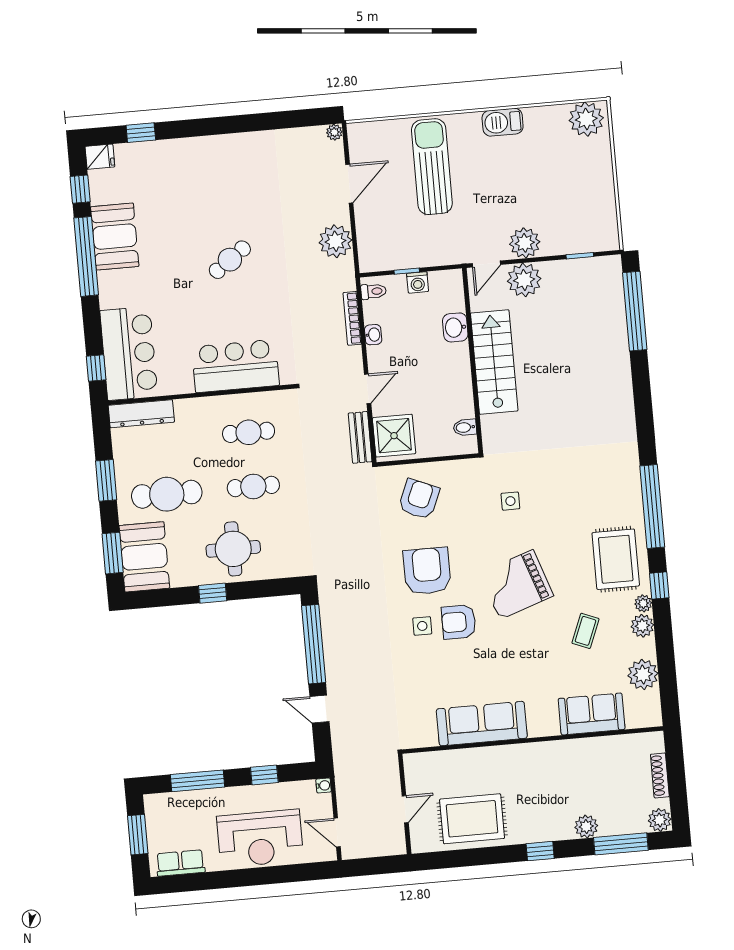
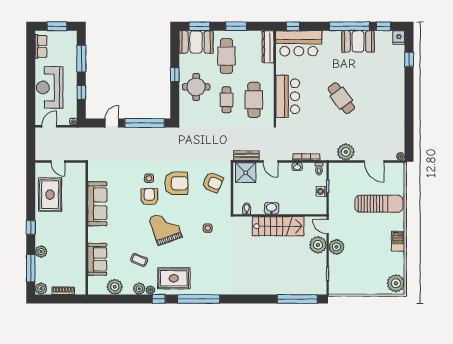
cafe table: (230, 260) -> (341, 98), width x1.37, depth x1.35
washbasin: (455, 327) -> (272, 208), moved
cafe table: (249, 432) -> (254, 100), width x1.37, depth x1.35

